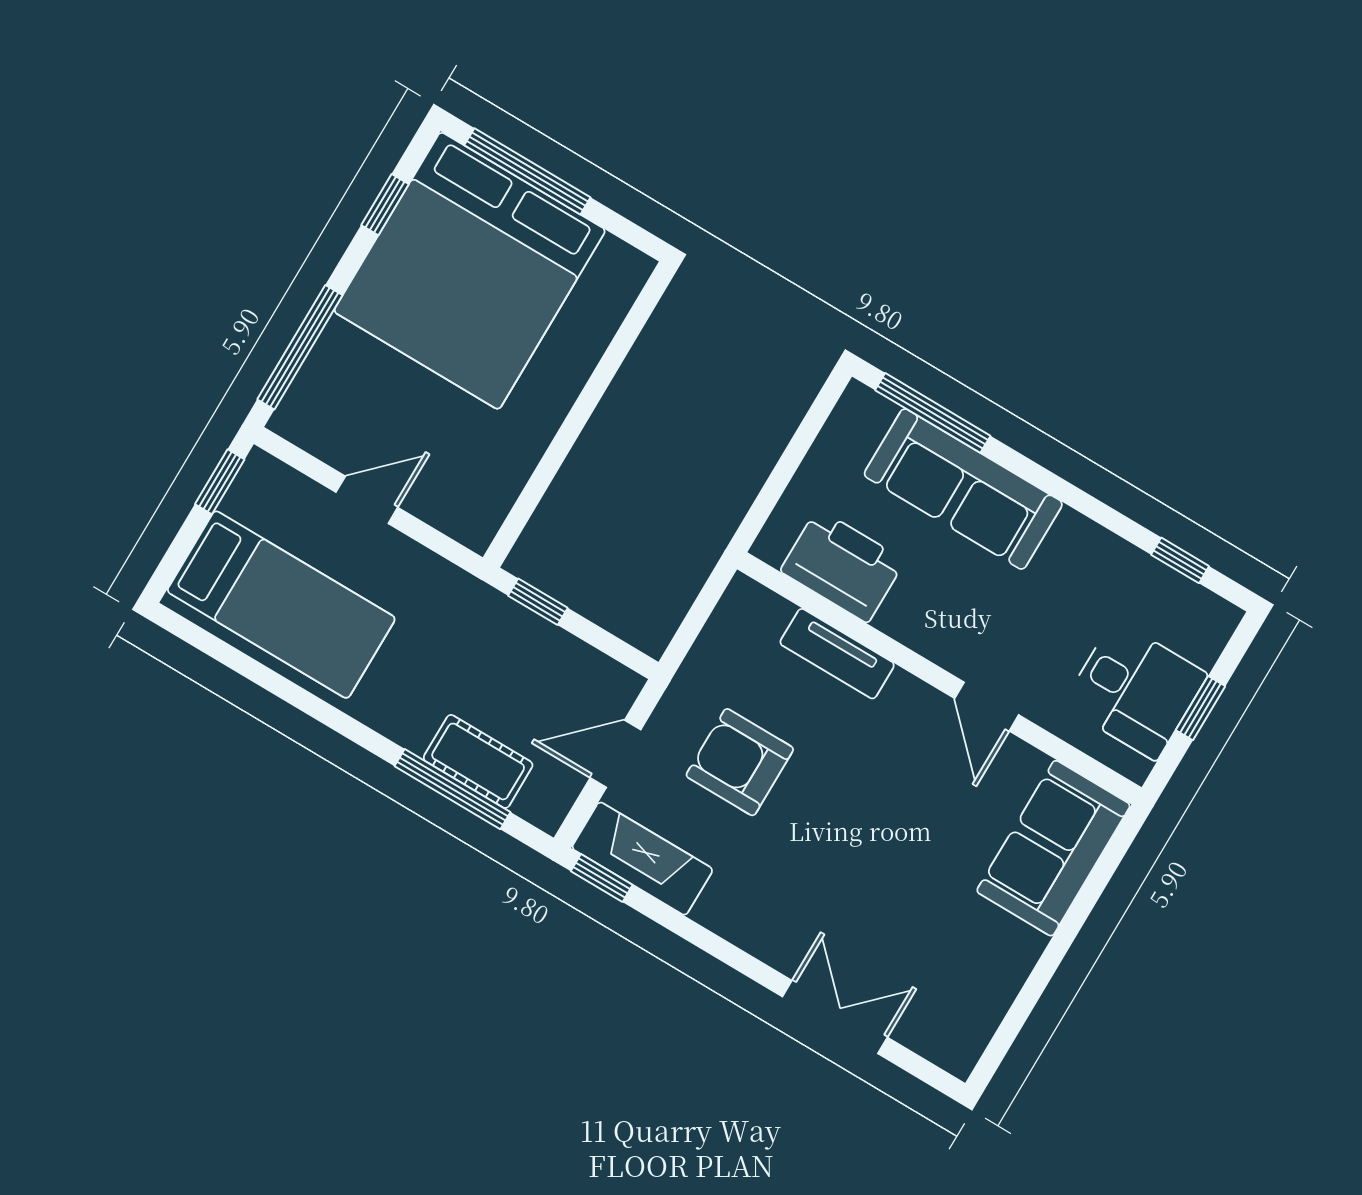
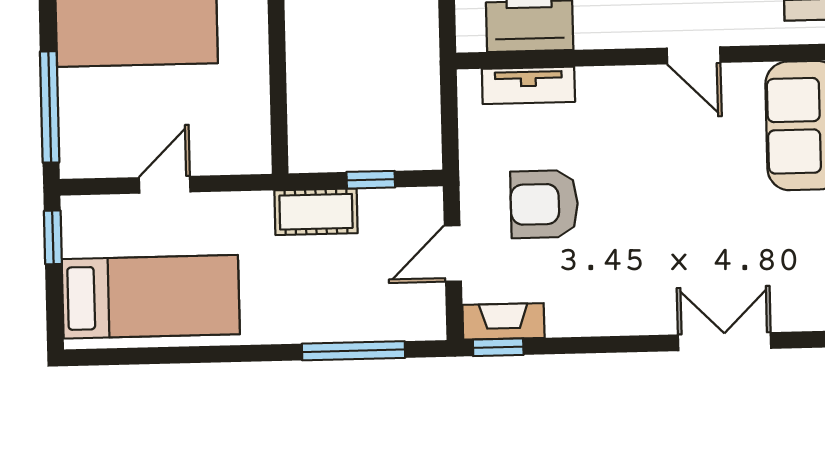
window: (538, 602) -> (371, 180), moved
tv unit: (837, 654) -> (528, 85), moved
cot: (478, 761) -> (316, 212), moved
fireplace: (642, 859) -> (503, 321), width x0.73, depth x0.76

